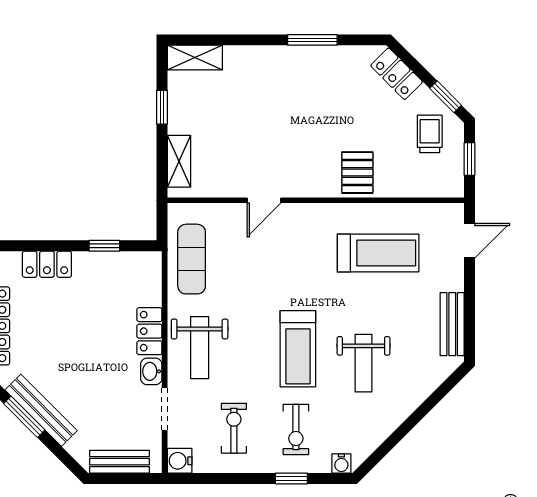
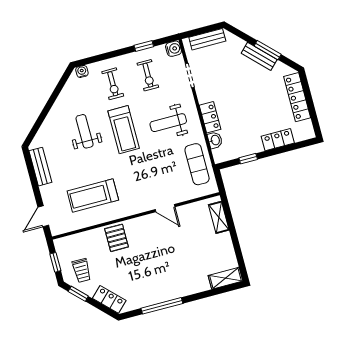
window: (312, 40) -> (162, 306), width x1.44
window: (162, 107) -> (236, 245), removed
door: (264, 200) -> (165, 208), swing flipped
weight bench: (200, 348) -> (168, 123), moved, turned -90
treadmill: (298, 349) -> (124, 130), turned 180
washbasin: (151, 371) -> (215, 140), moved
bench: (41, 410) -> (259, 56), width x0.73
exercise bike: (296, 429) -> (113, 84), turned 180
window: (291, 478) -> (144, 46), moved

